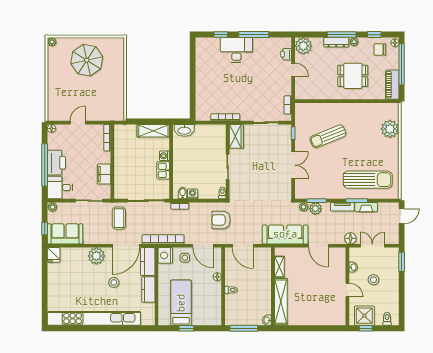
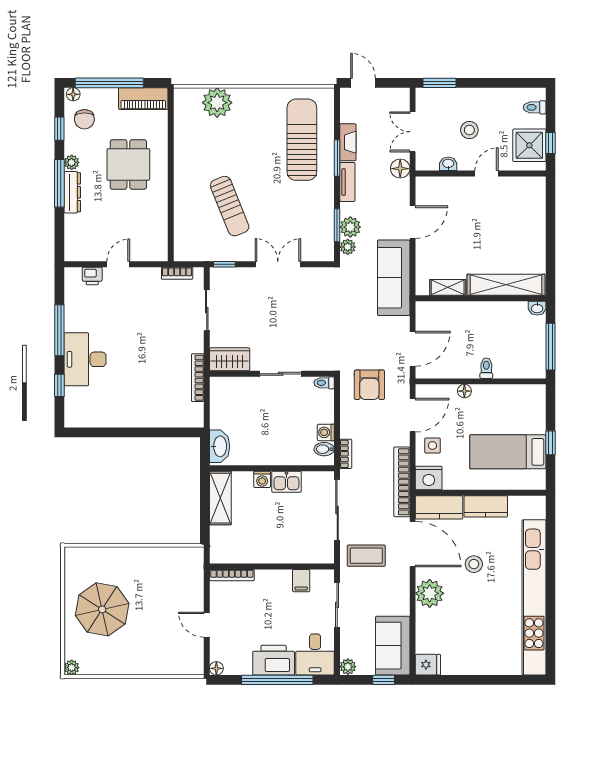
plant: (303, 46) -> (78, 247), removed
filing cabinet: (104, 174) -> (301, 581), width x0.50

